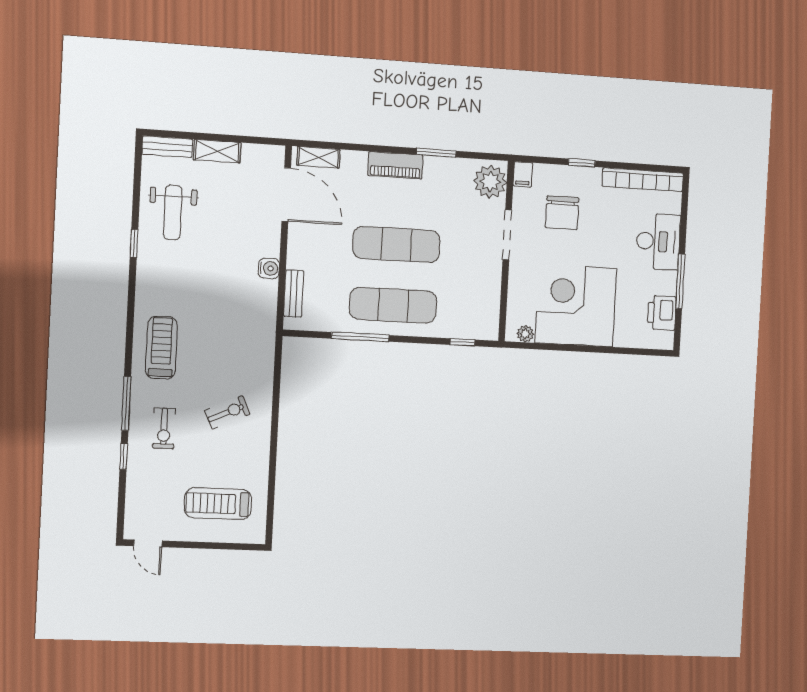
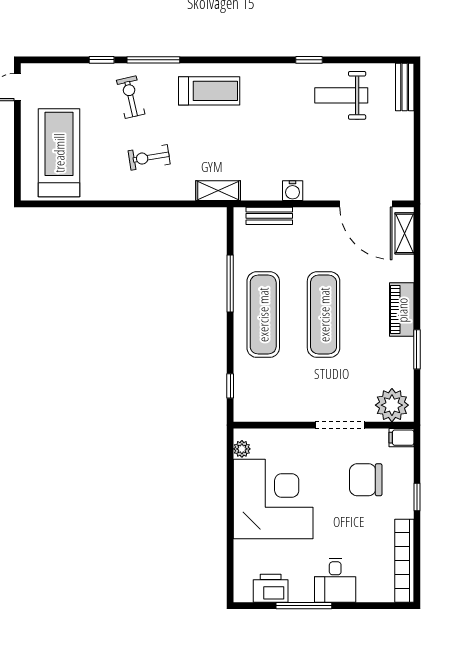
shelving: (217, 151) -> (218, 191), moved, turned 90
door: (286, 195) -> (366, 204), hinge flipped
desk: (658, 241) -> (335, 580), width x0.73
exercise bike: (227, 412) -> (149, 157), turned 106
exercise bike: (164, 428) -> (131, 97), turned 77
treadmill: (218, 504) -> (59, 153), width x1.37, depth x1.38

